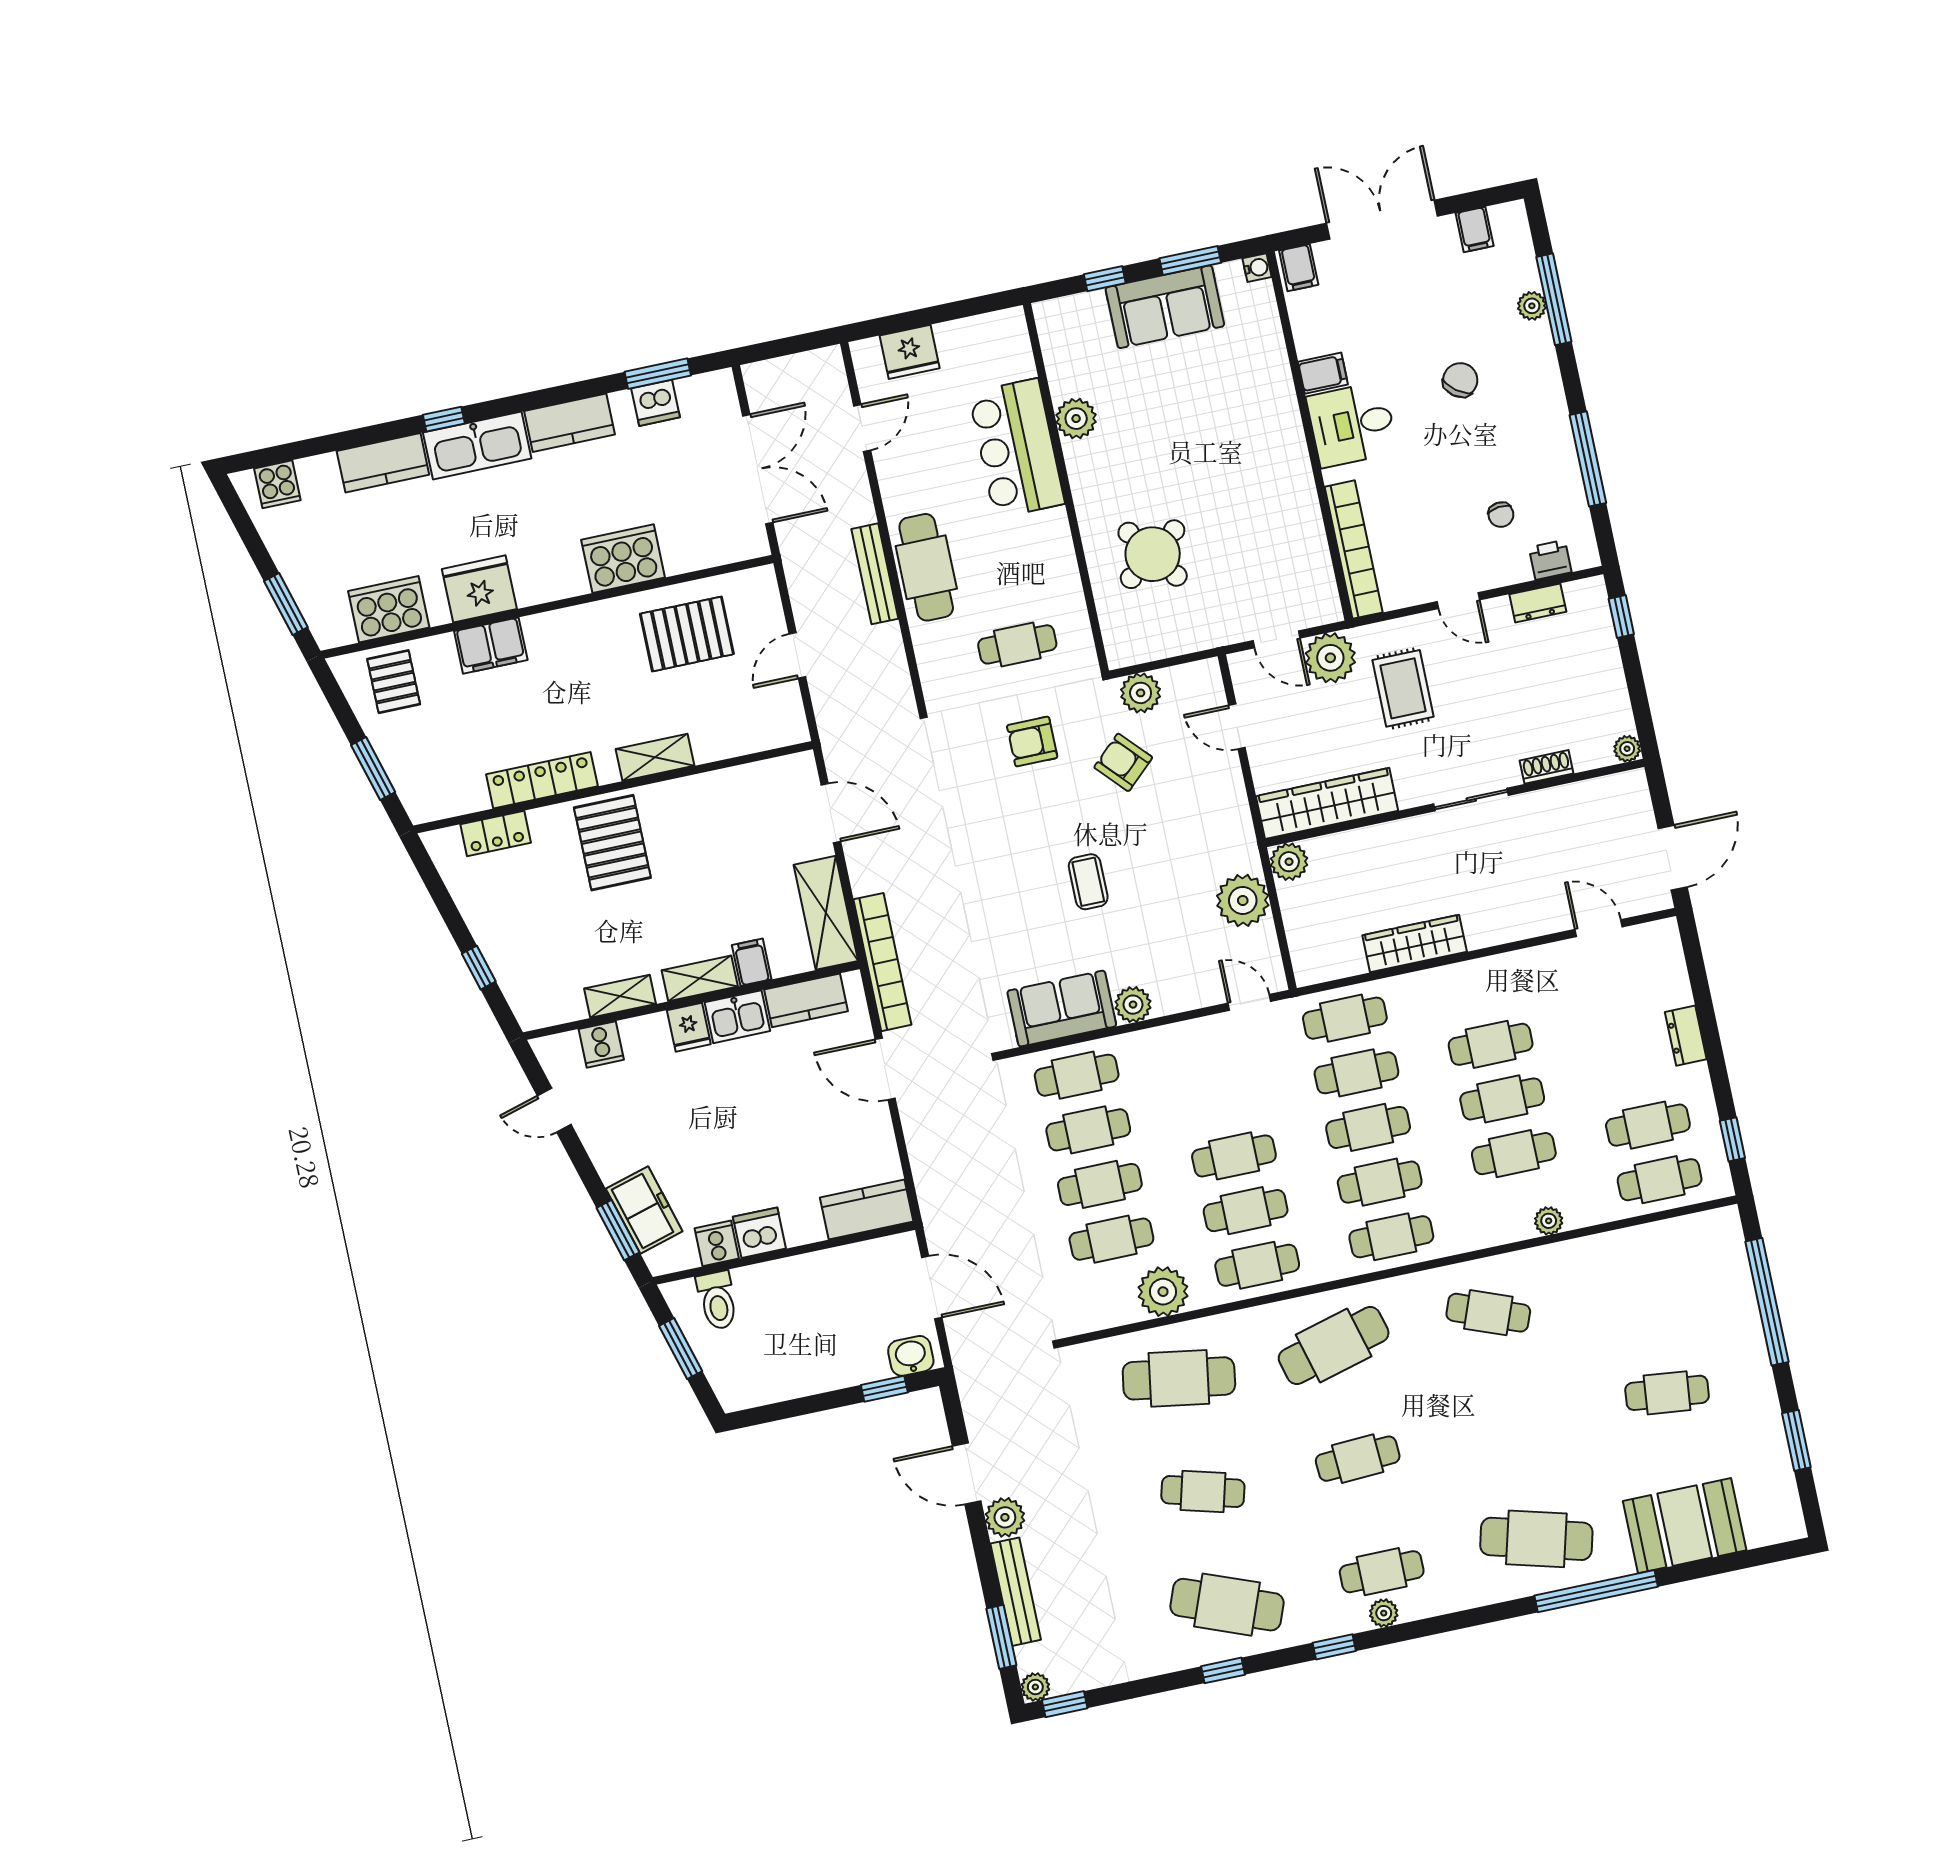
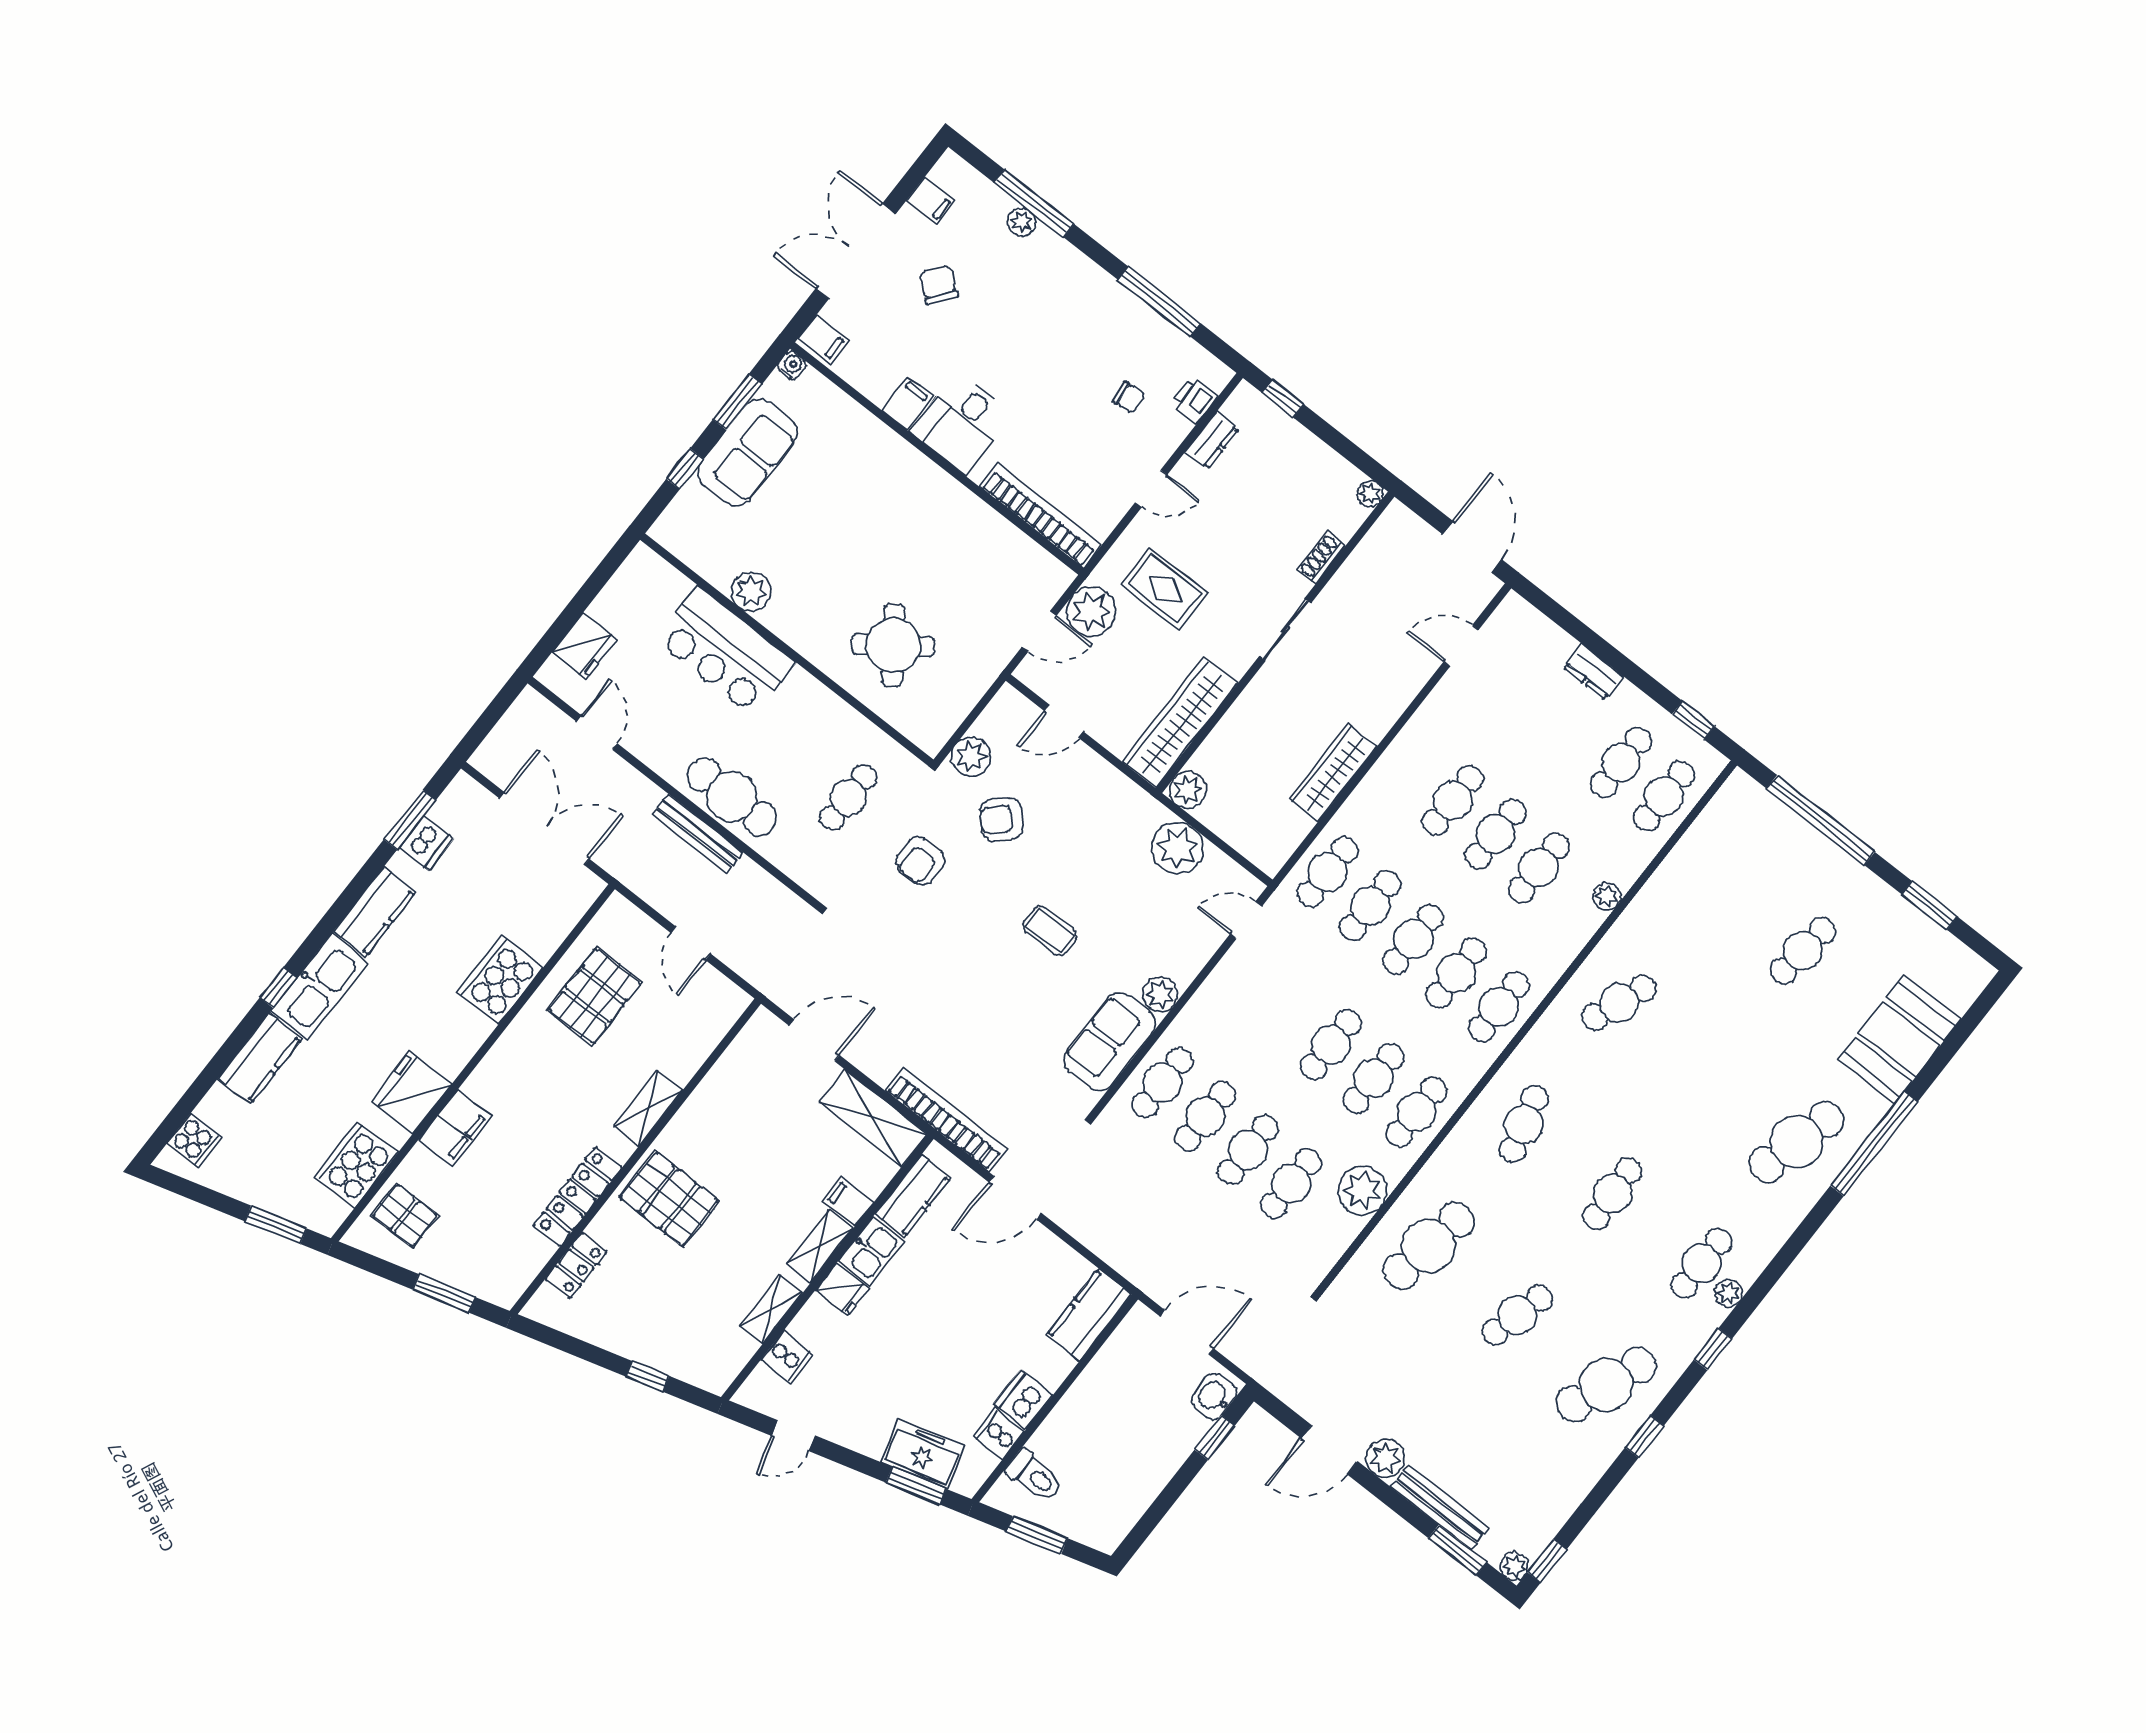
chair: (1460, 380) -> (938, 285), moved
cafe table: (1334, 1346) -> (1524, 1124), width x0.73, depth x0.74

